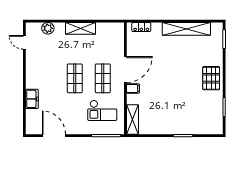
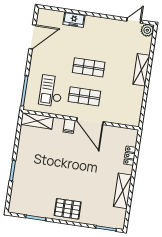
locker: (141, 27) -> (130, 156), moved
plant: (48, 28) -> (147, 30), moved
shelving: (80, 28) -> (141, 70), moved
shelving: (186, 29) -> (123, 191), width x0.68

